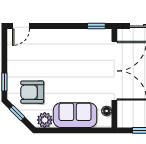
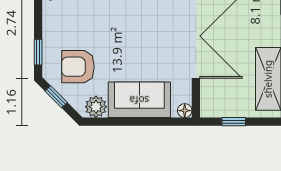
floor lamp: (107, 111) -> (185, 111), moved

